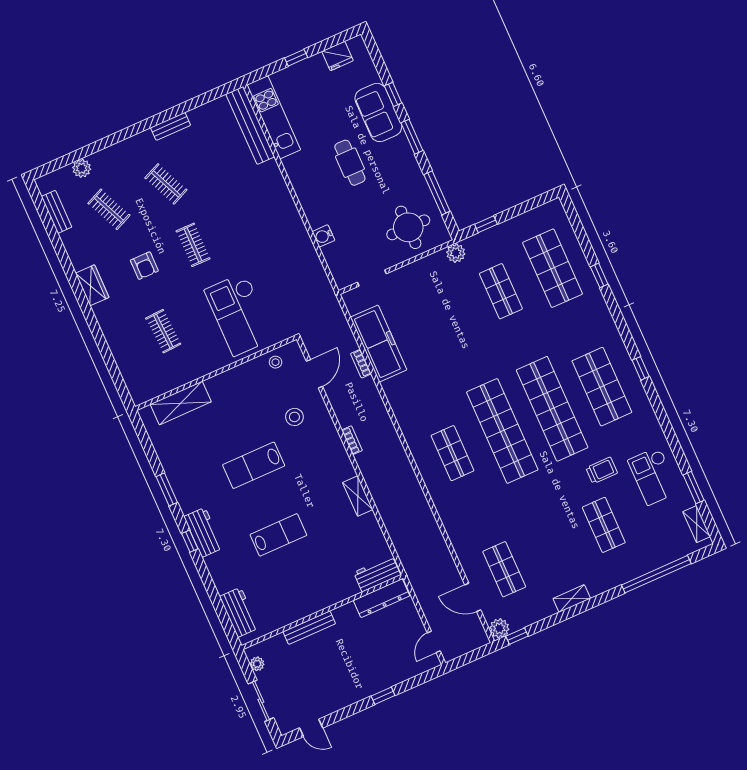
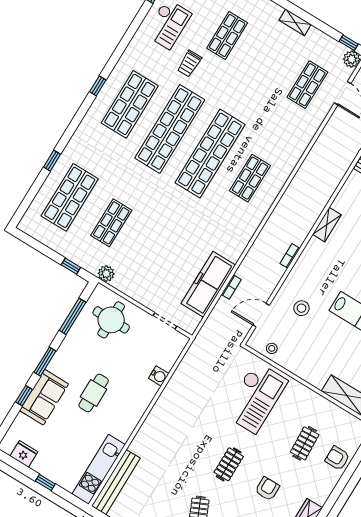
armchair: (128, 353) -> (337, 458), added
trolley: (602, 470) -> (189, 64), turned -90

